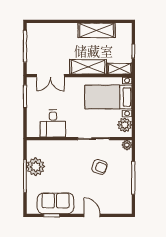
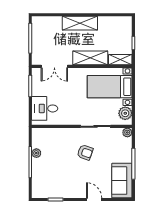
shelving: (97, 30) -> (80, 23), moved
desk: (53, 123) -> (45, 108), moved, turned 90
plant: (36, 167) -> (36, 153), width x0.53, depth x0.53
armchair: (99, 167) -> (85, 152), moved
sofa: (55, 203) -> (122, 181), moved, turned -90

